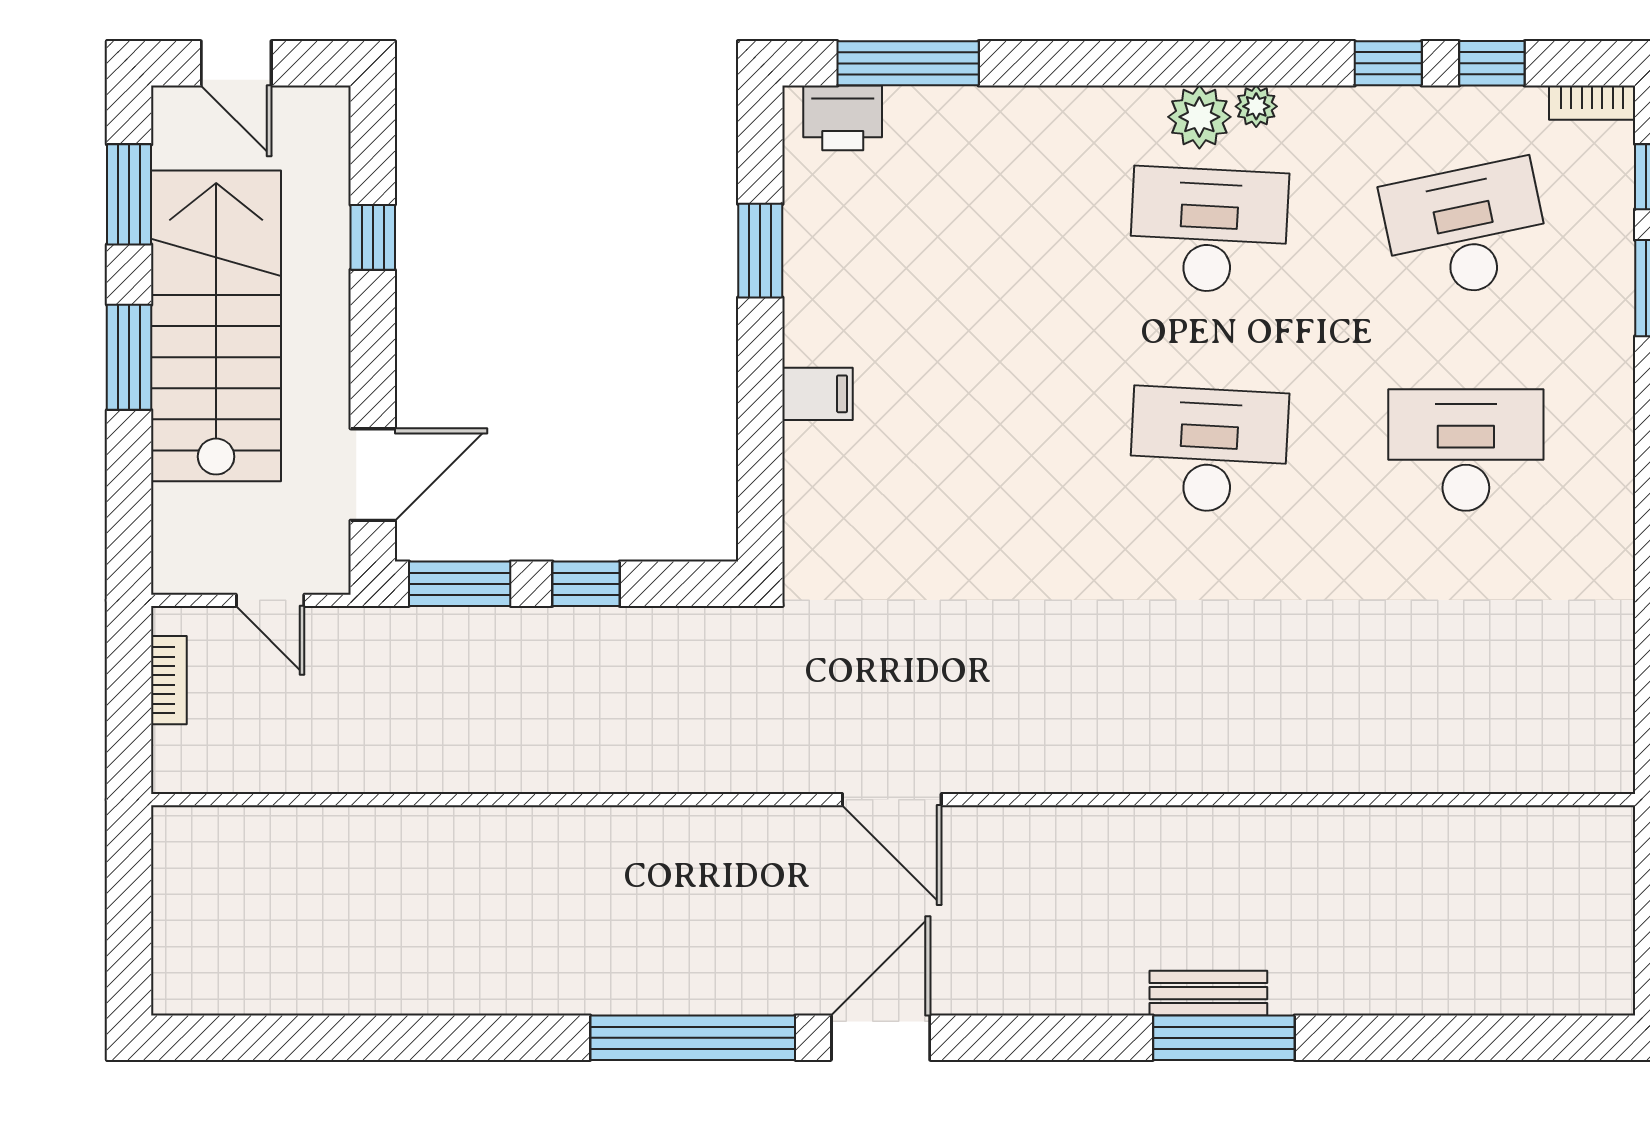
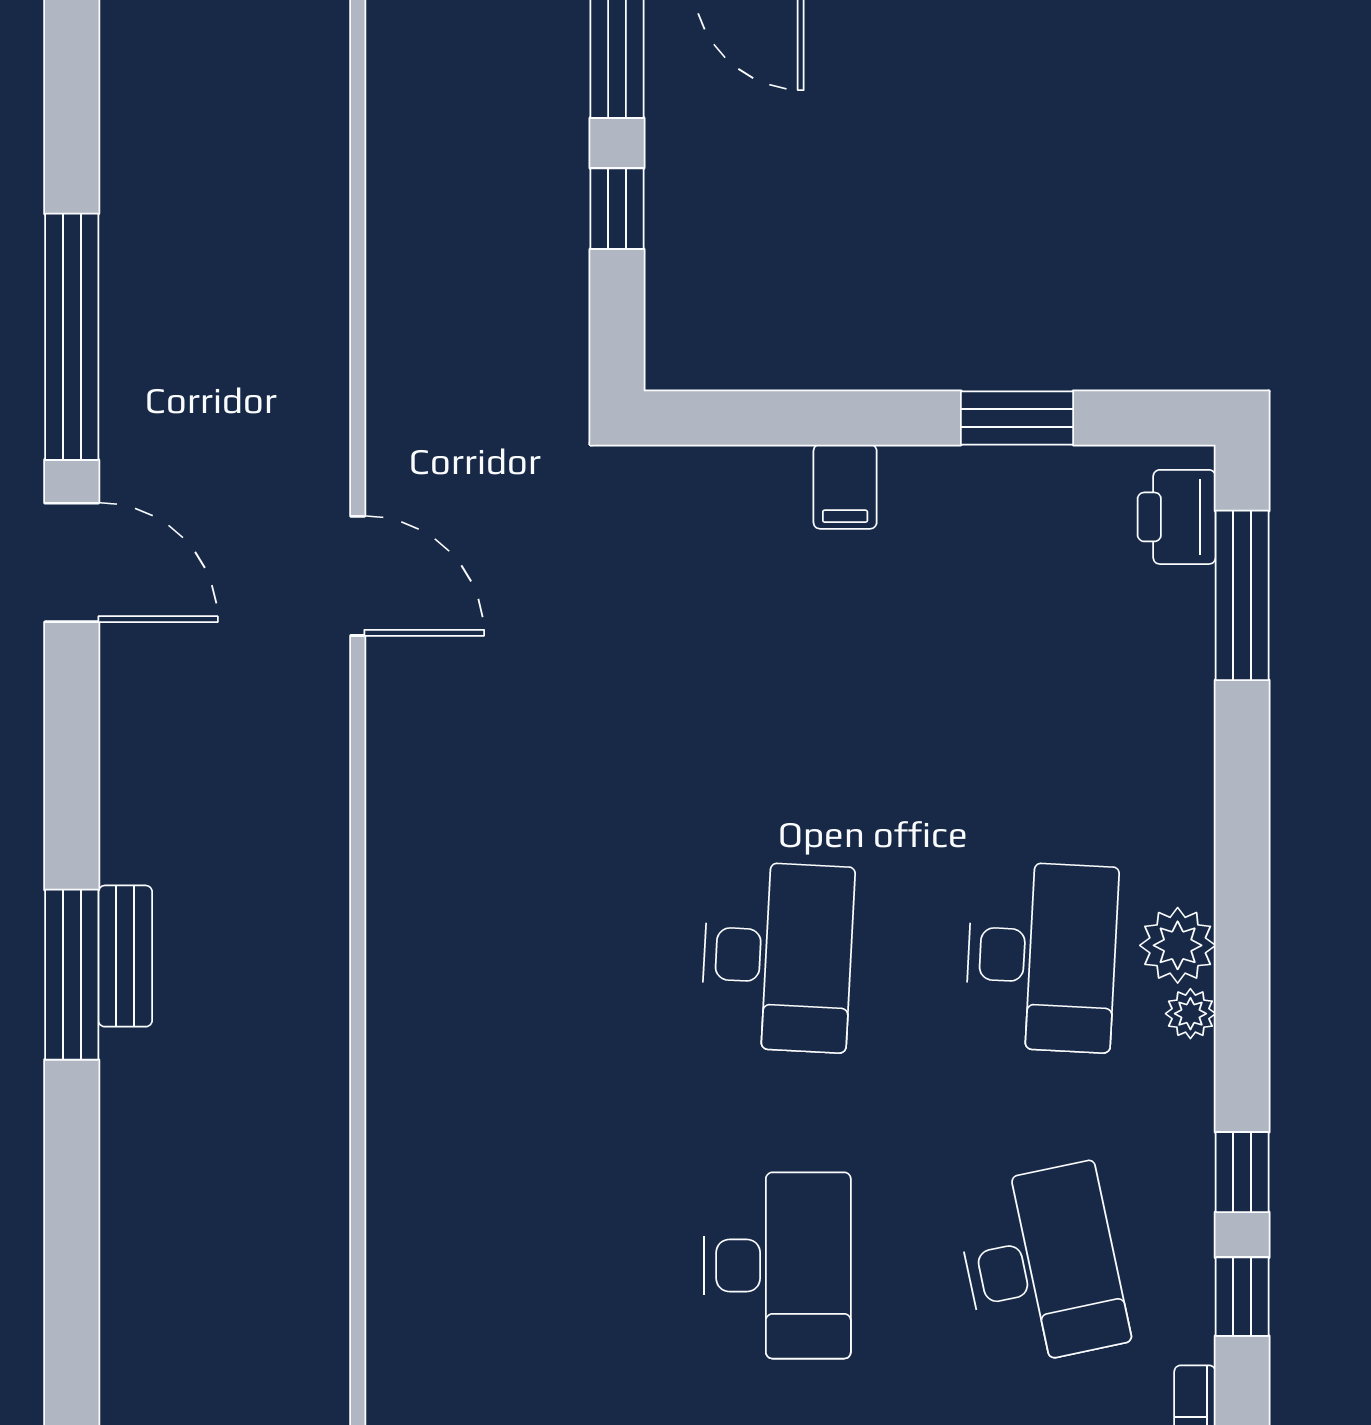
door: (892, 800) -> (358, 576), swing flipped

